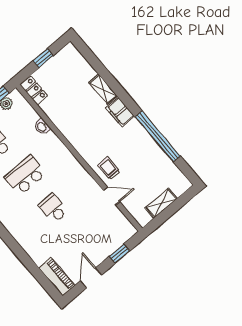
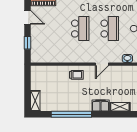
door: (112, 196) -> (102, 64), moved
shelving: (161, 203) -> (35, 101), moved
school desk: (53, 208) -> (80, 29), width x1.85

